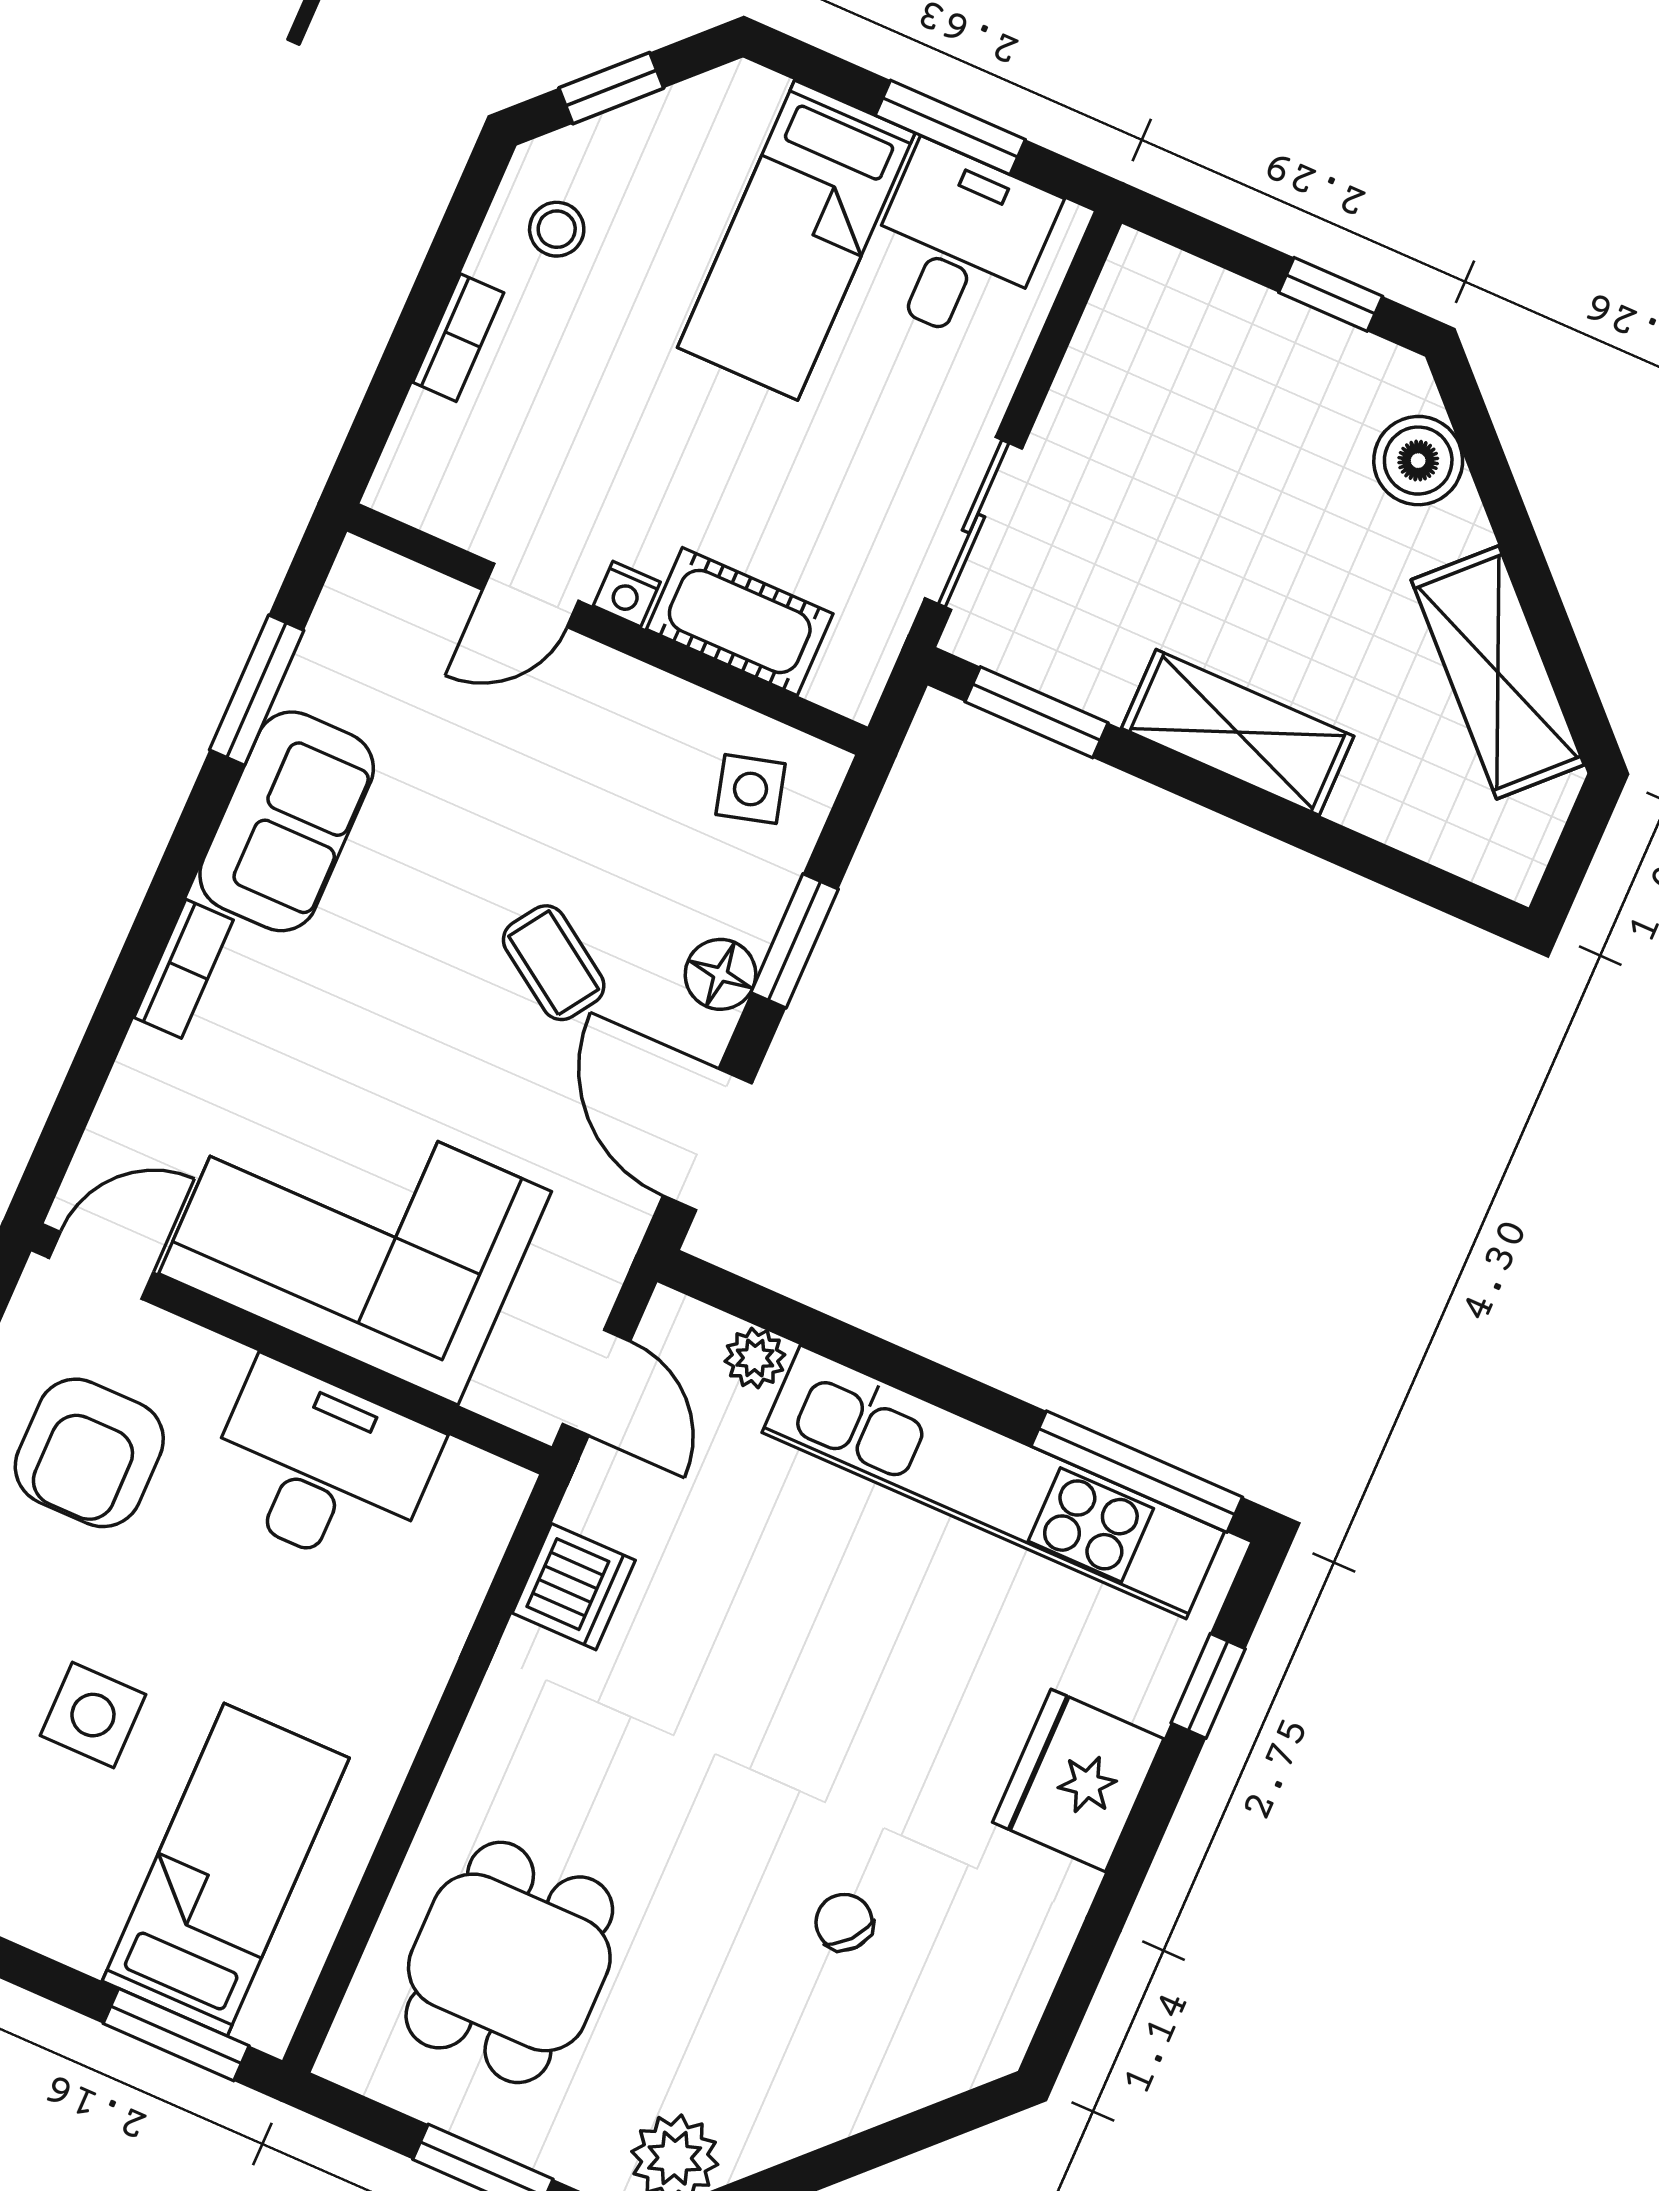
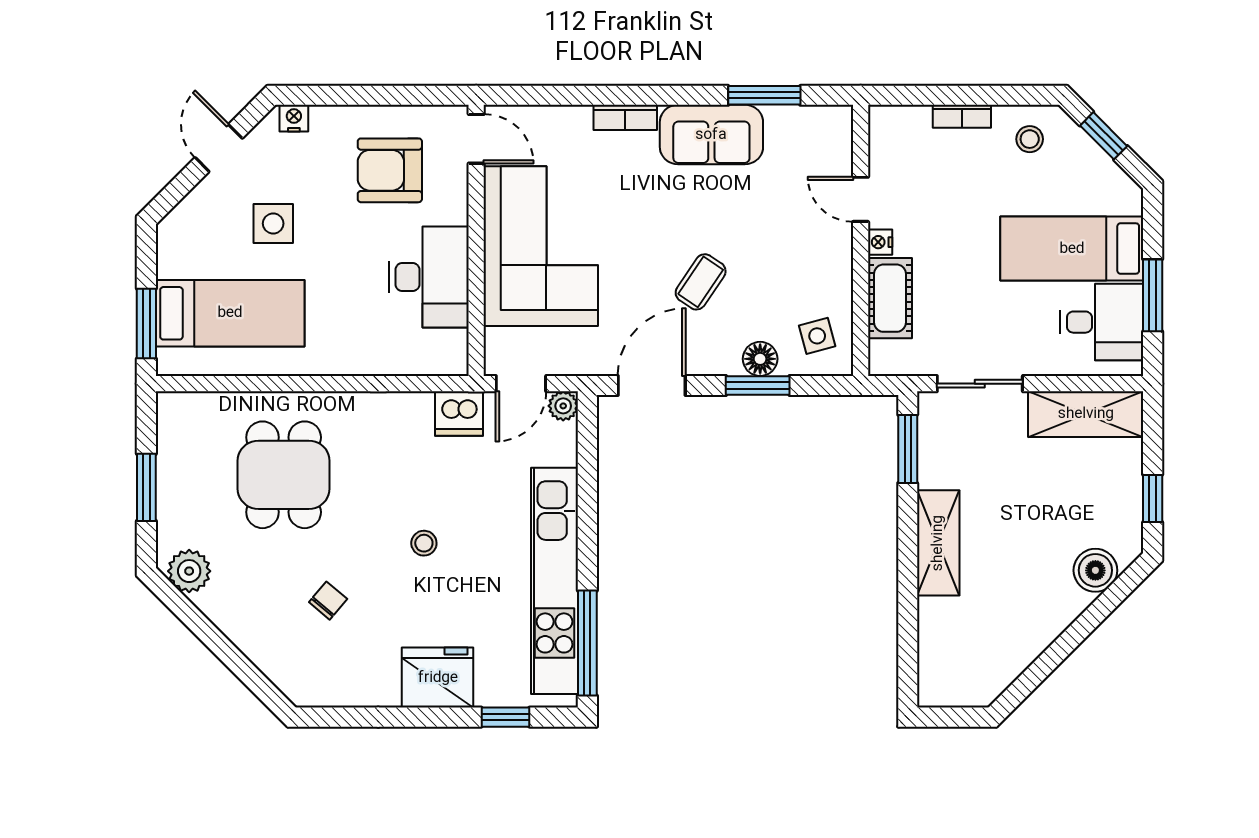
shelving: (1498, 672) -> (1086, 414), moved, turned 45
floor lamp: (720, 974) -> (760, 359), moved
plant: (755, 1358) -> (563, 406), moved
dishwasher: (574, 1587) -> (459, 414), moved
stool: (815, 1696) -> (424, 543), added
dining table: (509, 1962) -> (284, 475), moved, turned 90

